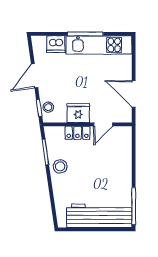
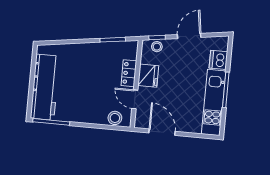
door: (35, 76) -> (189, 36), hinge flipped
door: (134, 94) -> (162, 132), hinge flipped
stool: (60, 166) -> (115, 118), moved

